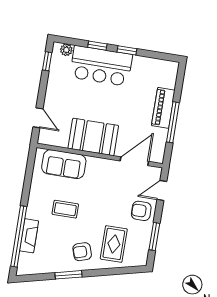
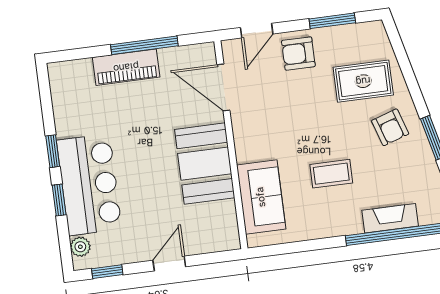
door: (38, 118) -> (169, 264), moved
door: (162, 190) -> (257, 31), hinge flipped
coffee table: (65, 209) -> (331, 174), turned 90
armchair: (141, 211) -> (298, 54), turned 90

